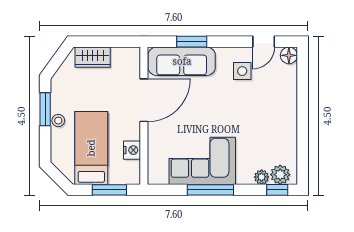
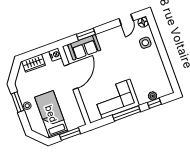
sofa: (182, 61) -> (84, 47), width x0.73
side table: (242, 71) -> (145, 43), moved
nightstand: (132, 150) -> (55, 55), moved
plant: (280, 175) -> (163, 91), removed
window: (277, 190) -> (154, 103), moved

